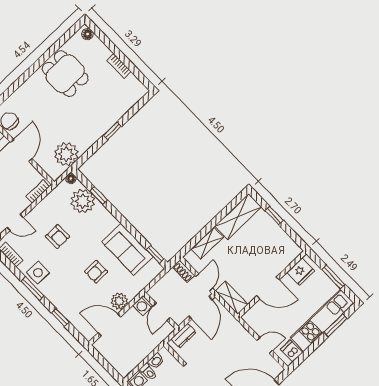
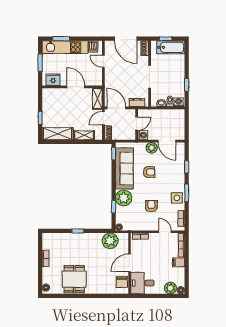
plant: (83, 201) -> (124, 198), moved
sofa: (127, 249) -> (124, 168), width x1.36
door: (201, 308) -> (116, 108), hinge flipped

